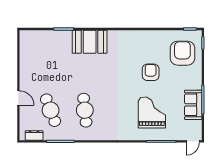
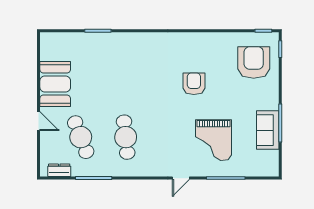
booth: (90, 42) -> (55, 84), moved, turned 90
armchair: (151, 72) -> (194, 84), moved
grand piano: (152, 112) -> (214, 140), turned 180
door: (193, 141) -> (181, 178), moved

